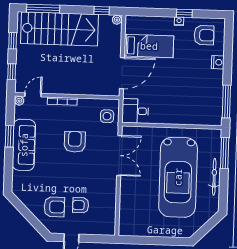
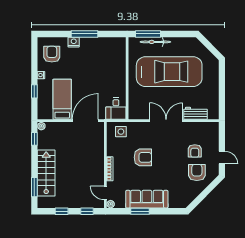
window: (43, 9) -> (34, 187), width x0.69
window: (184, 13) -> (34, 91), moved
stairs: (59, 29) -> (46, 173), width x0.73, depth x0.66
door: (122, 73) -> (85, 121), hinge flipped
window: (226, 102) -> (84, 34), moved
armchair: (75, 142) -> (143, 157), turned 180
double door: (119, 156) -> (166, 121), moved
bicycle: (214, 177) -> (155, 42), moved
workbench: (126, 208) -> (195, 113), added

